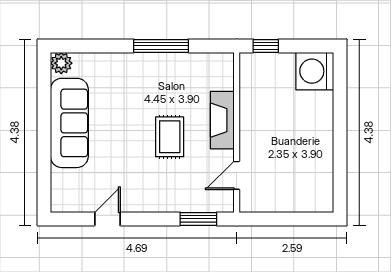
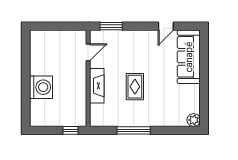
washing machine: (315, 71) -> (41, 87), moved
sofa: (69, 123) -> (189, 57), moved
rug: (170, 137) -> (135, 87), moved

